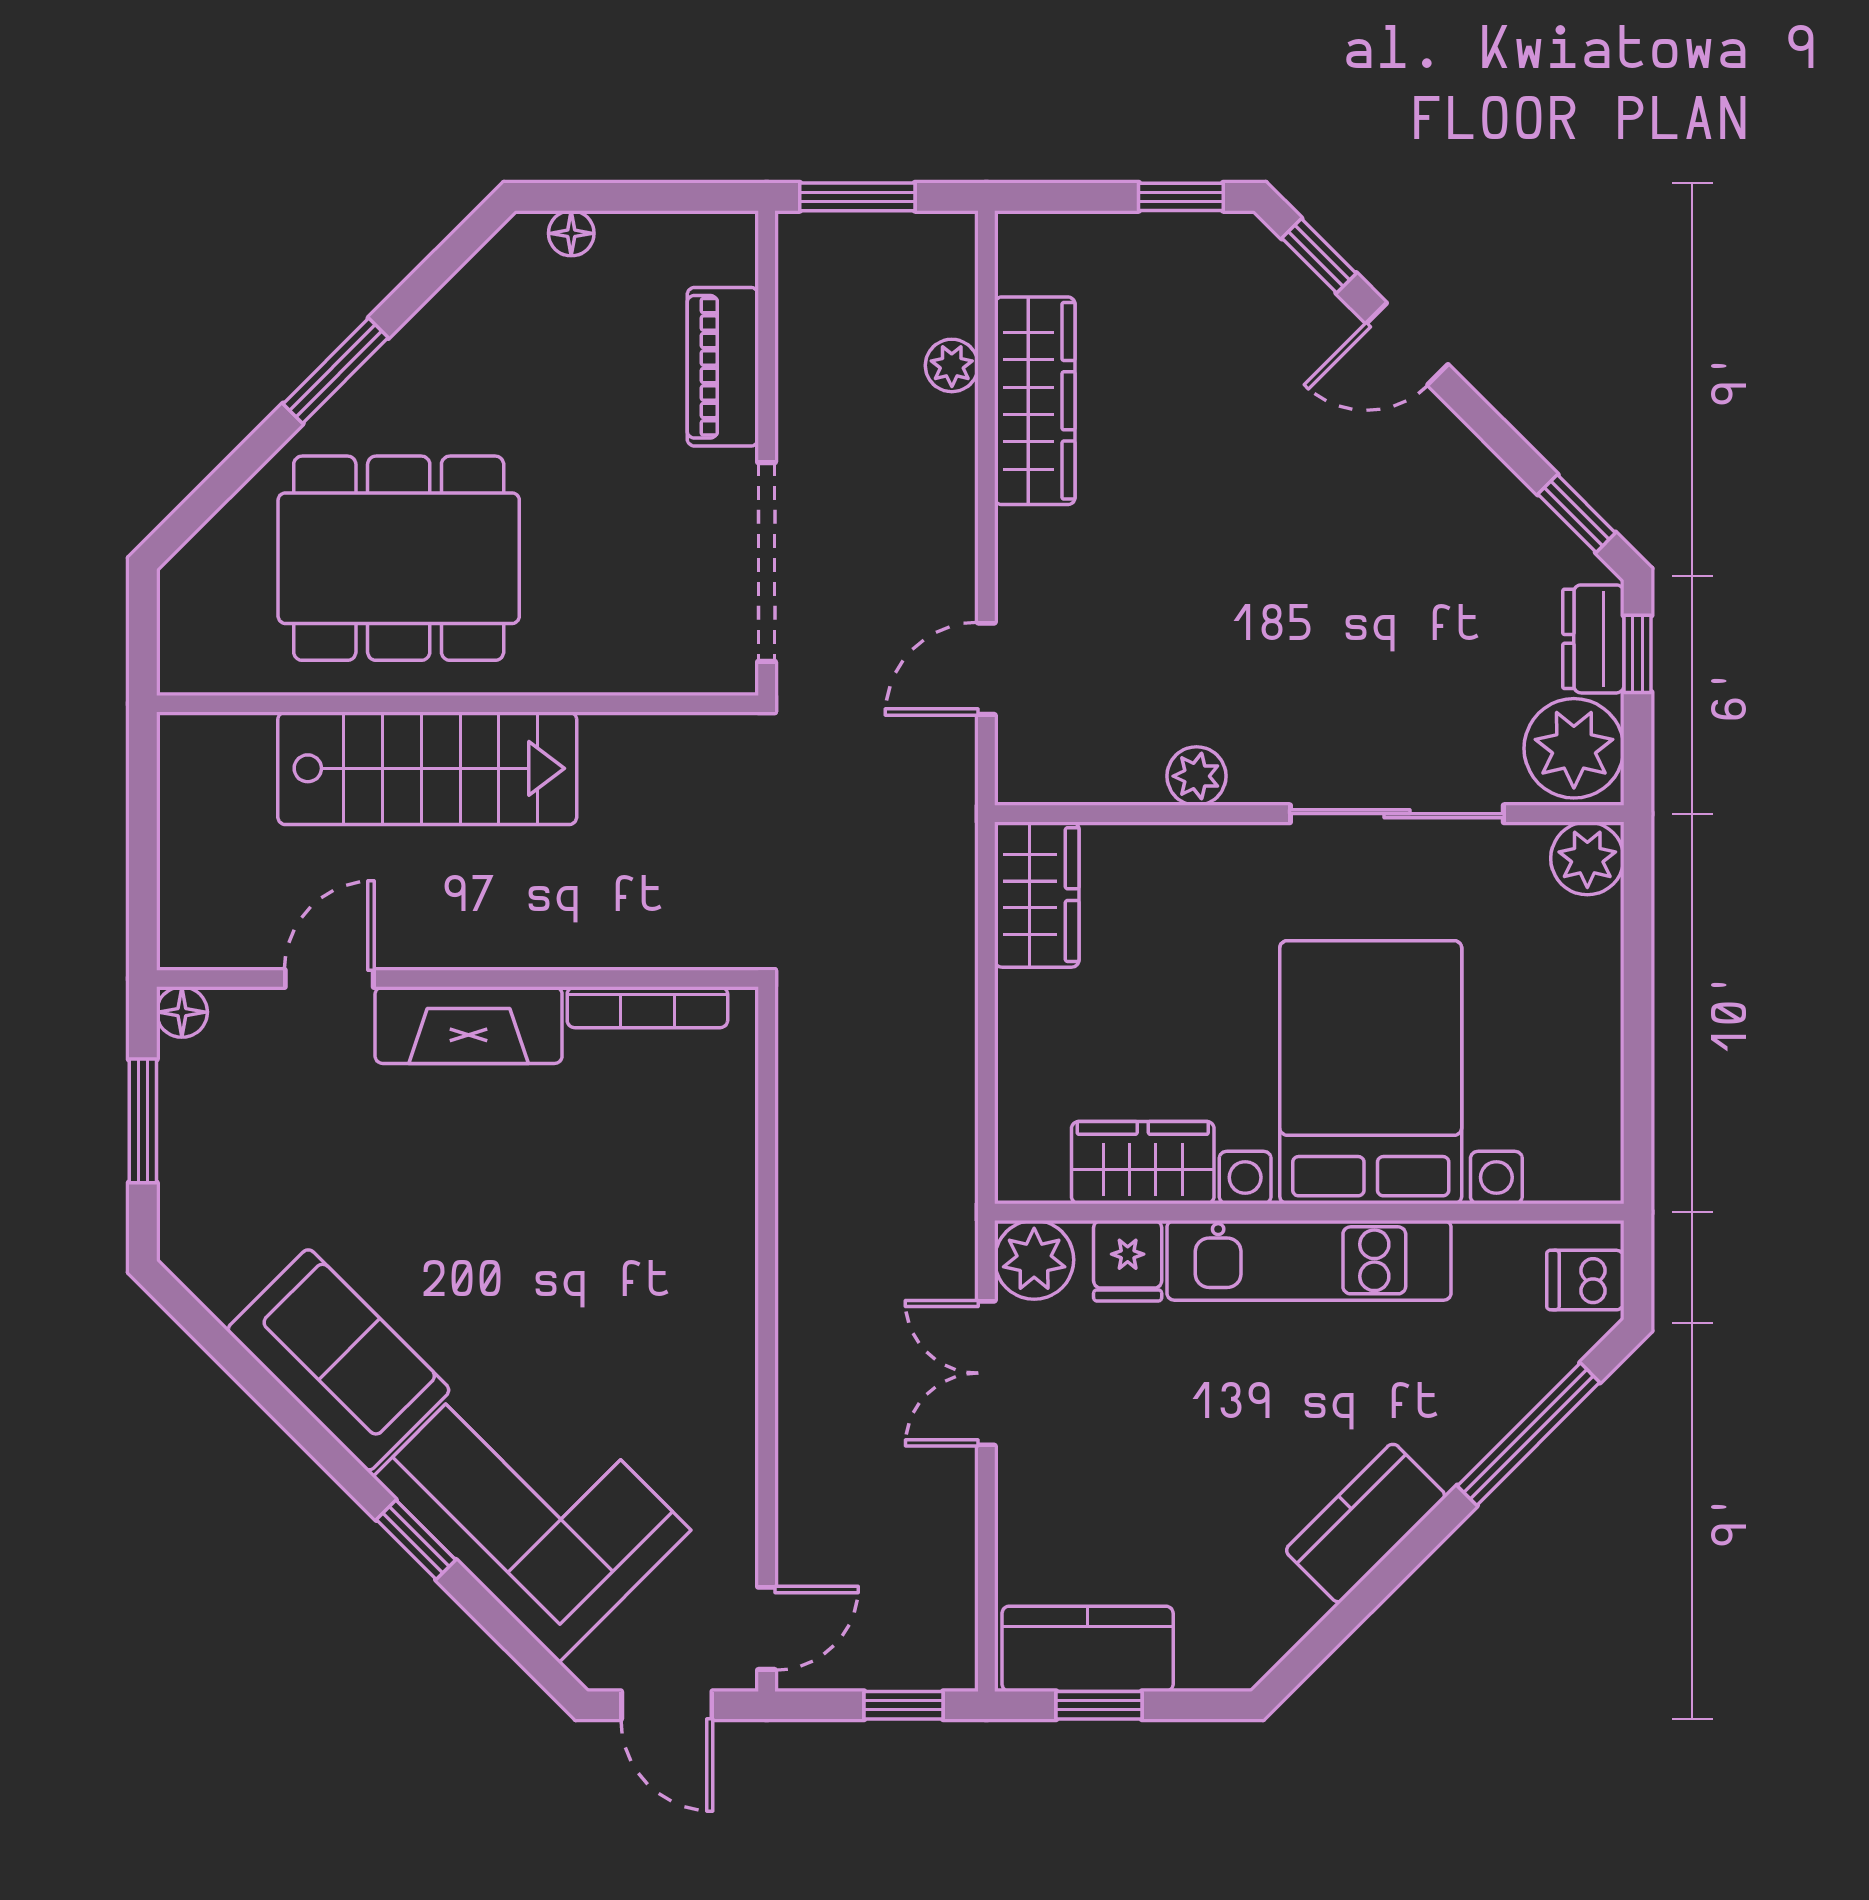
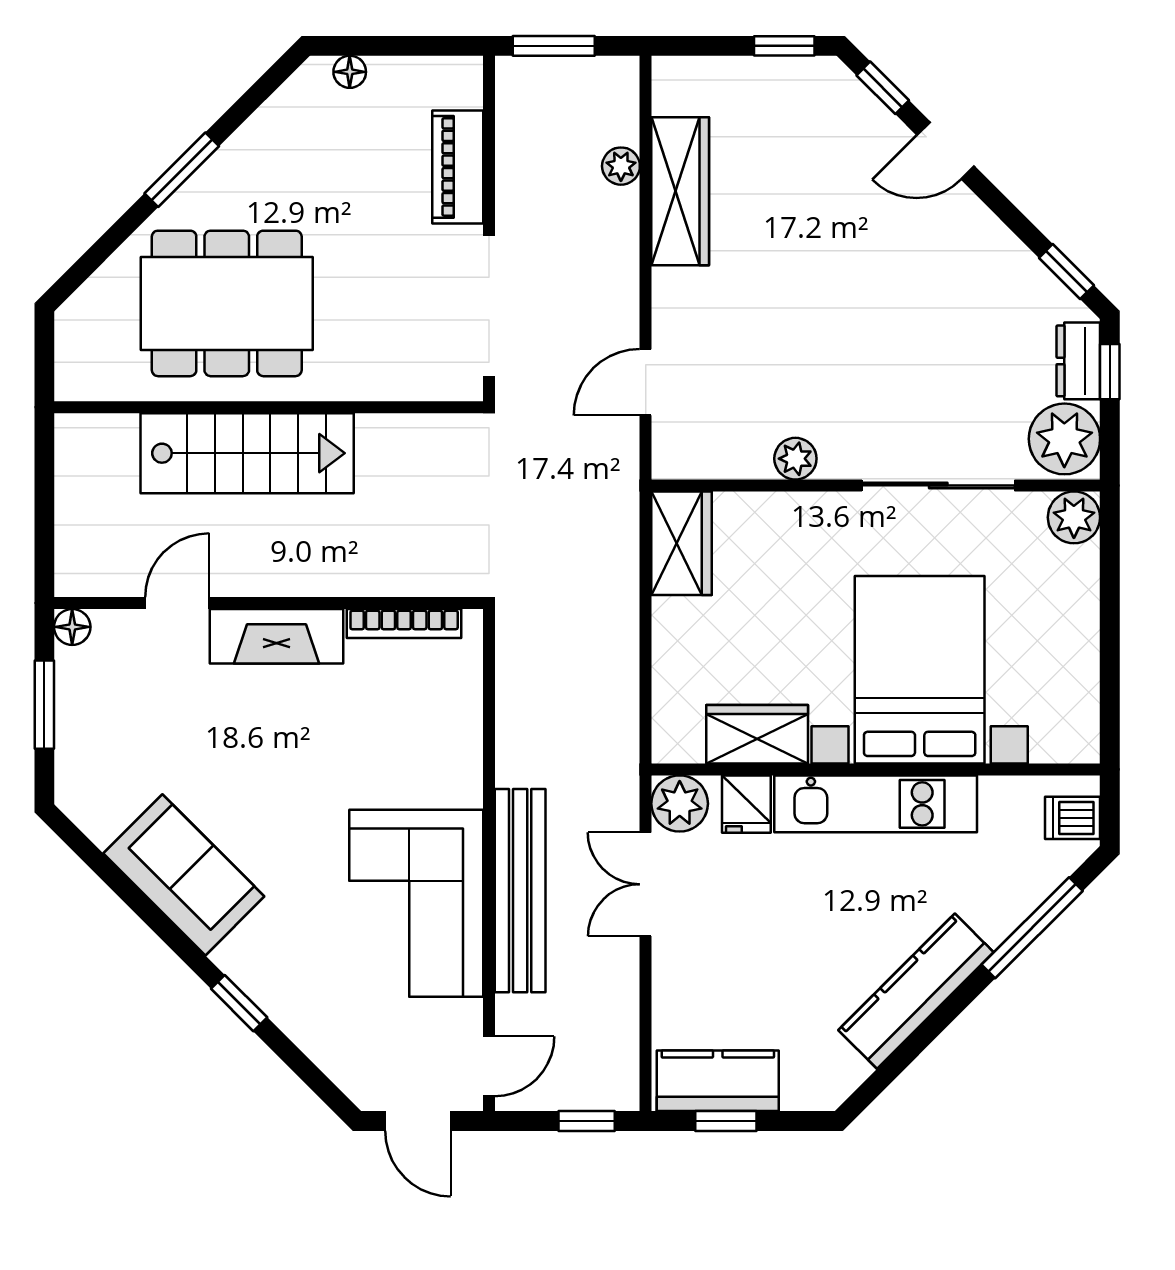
bench: (810, 1382) -> (520, 891), added
corner sofa: (532, 1504) -> (416, 903), moved, turned -135
kitchen counter: (1366, 1523) -> (916, 991), width x1.50

